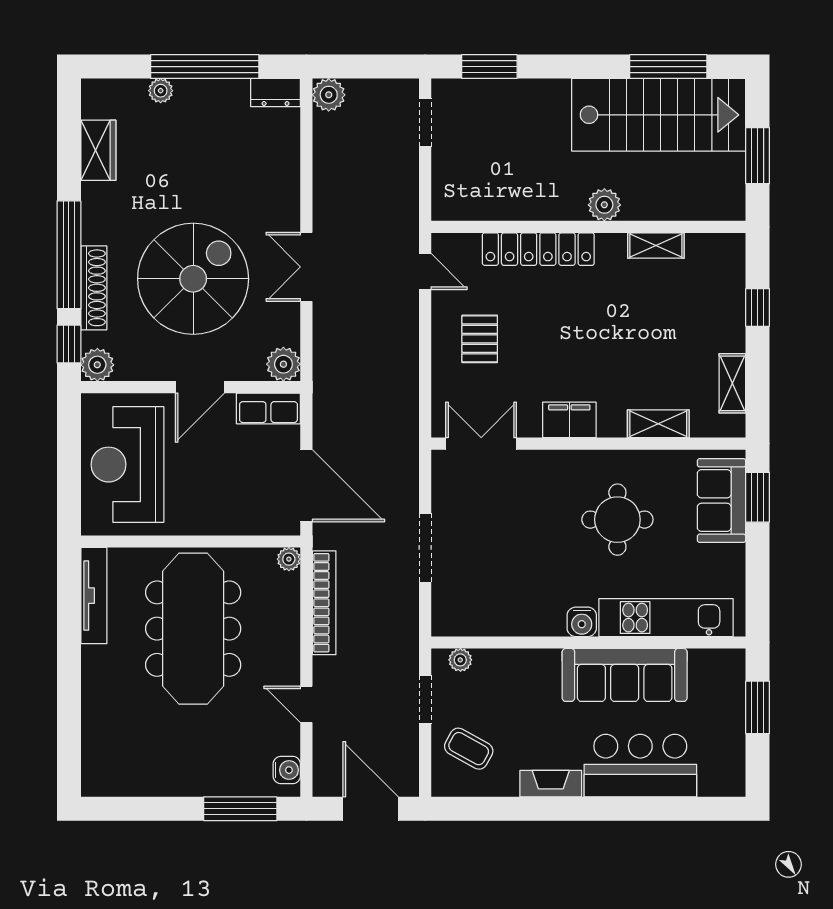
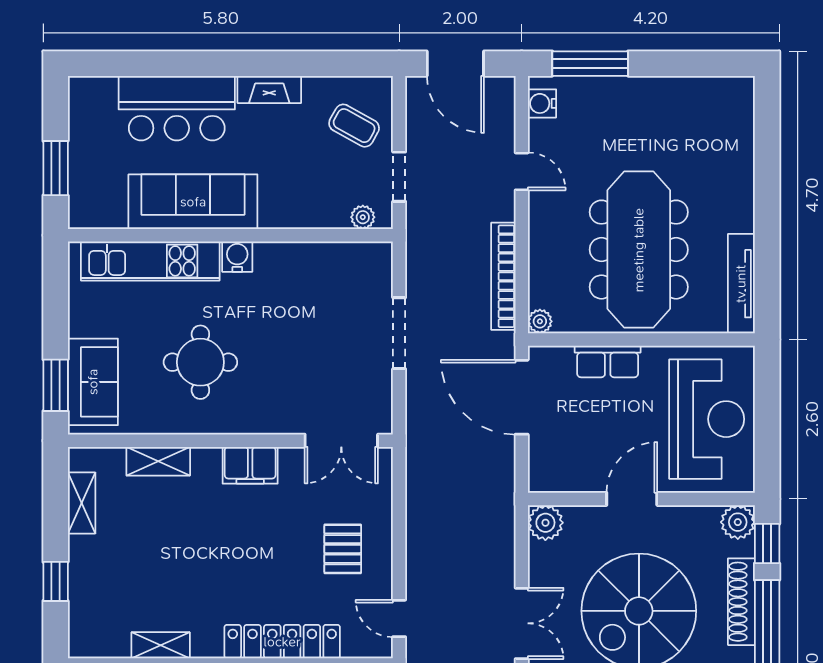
row of seats: (268, 408) -> (608, 361), moved, turned 180

